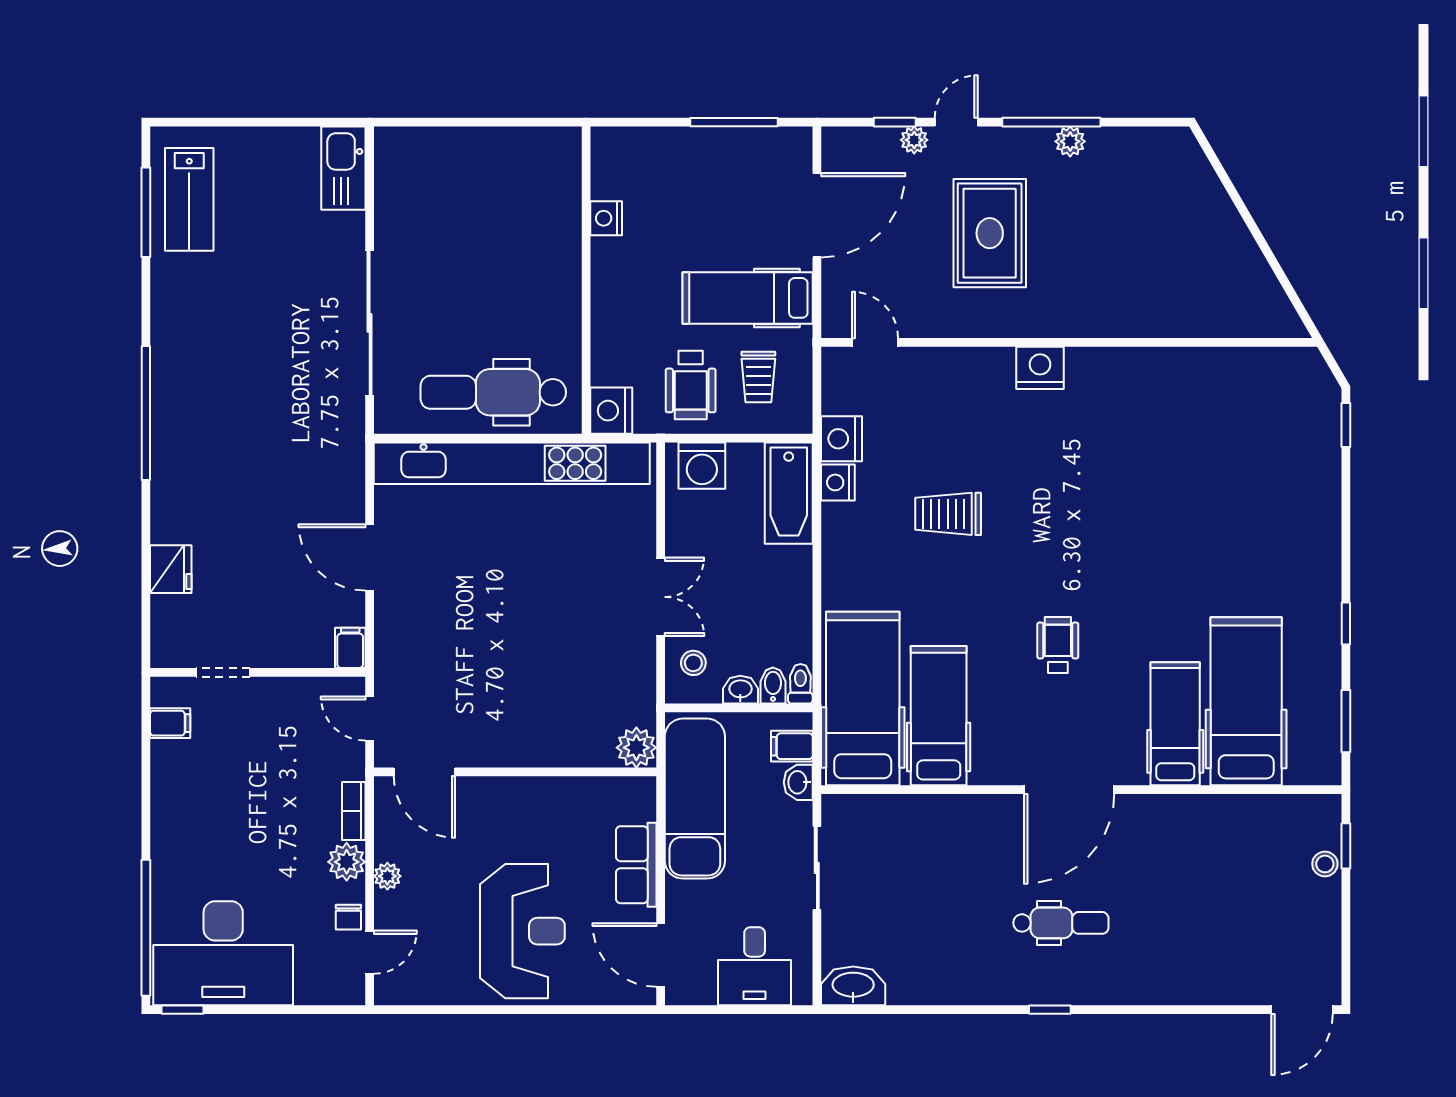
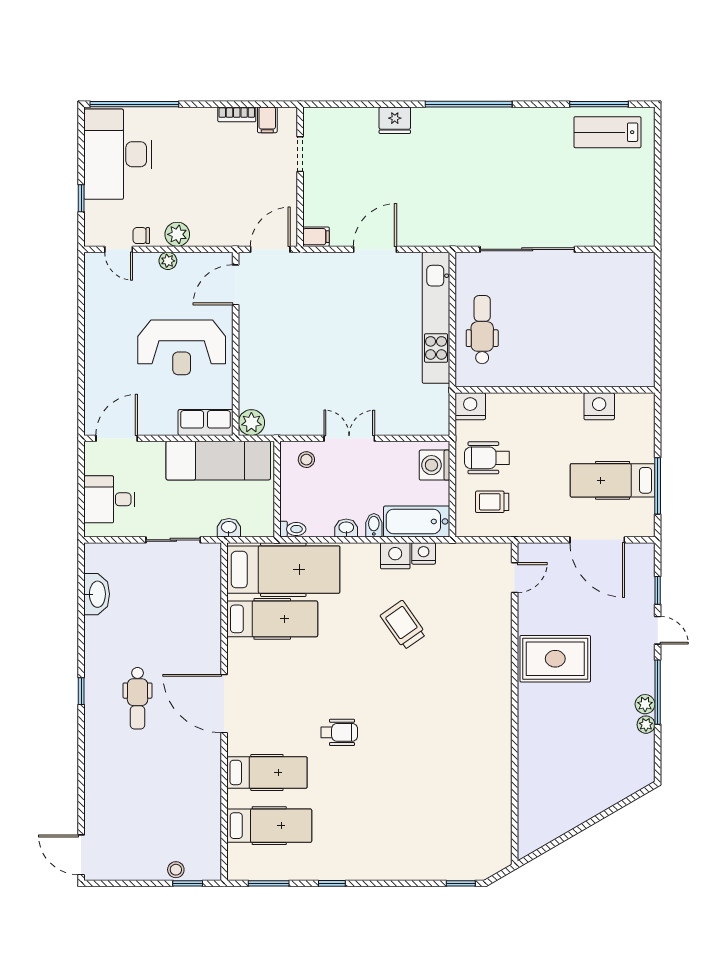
plant: (914, 140) -> (646, 725), moved
kitchen sink: (343, 168) -> (628, 232), removed
nightstand: (606, 218) -> (599, 406), width x1.36, depth x1.33
rug: (990, 233) -> (555, 659), moved
hospital bed: (748, 298) -> (613, 480), moved, turned -90
nightstand: (1040, 368) -> (498, 685), removed
dental chair: (493, 392) -> (482, 330), width x0.73, depth x0.72
nightstand: (841, 439) -> (395, 556), moved
kitchen unit: (512, 463) -> (436, 318), width x0.73
trolley: (948, 514) -> (403, 625), turned -35
fridge: (171, 569) -> (395, 120), moved
double door: (661, 597) -> (349, 438), swing flipped
wheelchair: (1058, 645) -> (339, 732), moved
bidet: (773, 685) -> (374, 525), moved, turned -90
washbasin: (740, 690) -> (346, 528), moved, turned -90
hospital bed: (1246, 701) -> (269, 826), width x0.73, depth x0.78
door: (370, 719) -> (270, 249), width x1.37
filing cabinet: (792, 746) -> (252, 524), removed
bookcase: (354, 811) -> (237, 114), moved, turned 180
row of seats: (636, 865) -> (206, 422), moved
reception desk: (522, 931) -> (182, 347), moved
washbasin: (853, 986) -> (97, 594), moved
window: (182, 1010) -> (81, 198), moved

